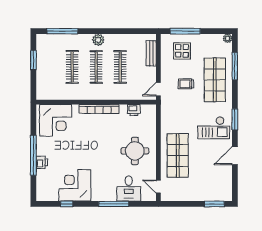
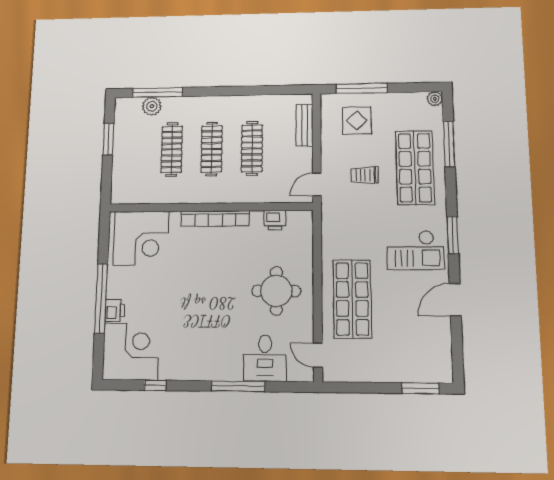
plant: (98, 40) -> (152, 106), moved
corner desk: (75, 185) -> (131, 351), moved, turned 90

